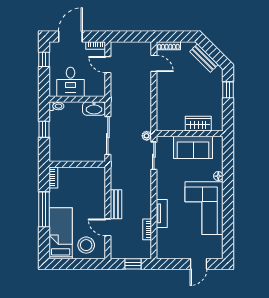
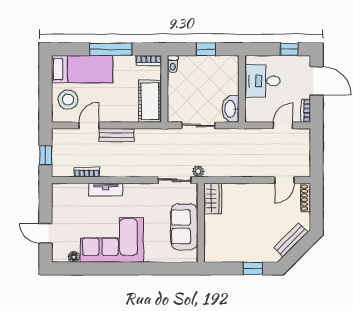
toilet: (56, 106) -> (173, 64), moved
wardrobe: (198, 124) -> (213, 198), moved
sliding door: (108, 136) -> (198, 125), width x0.73
cot: (87, 176) -> (150, 101), added
floor lamp: (218, 176) -> (74, 257), moved

